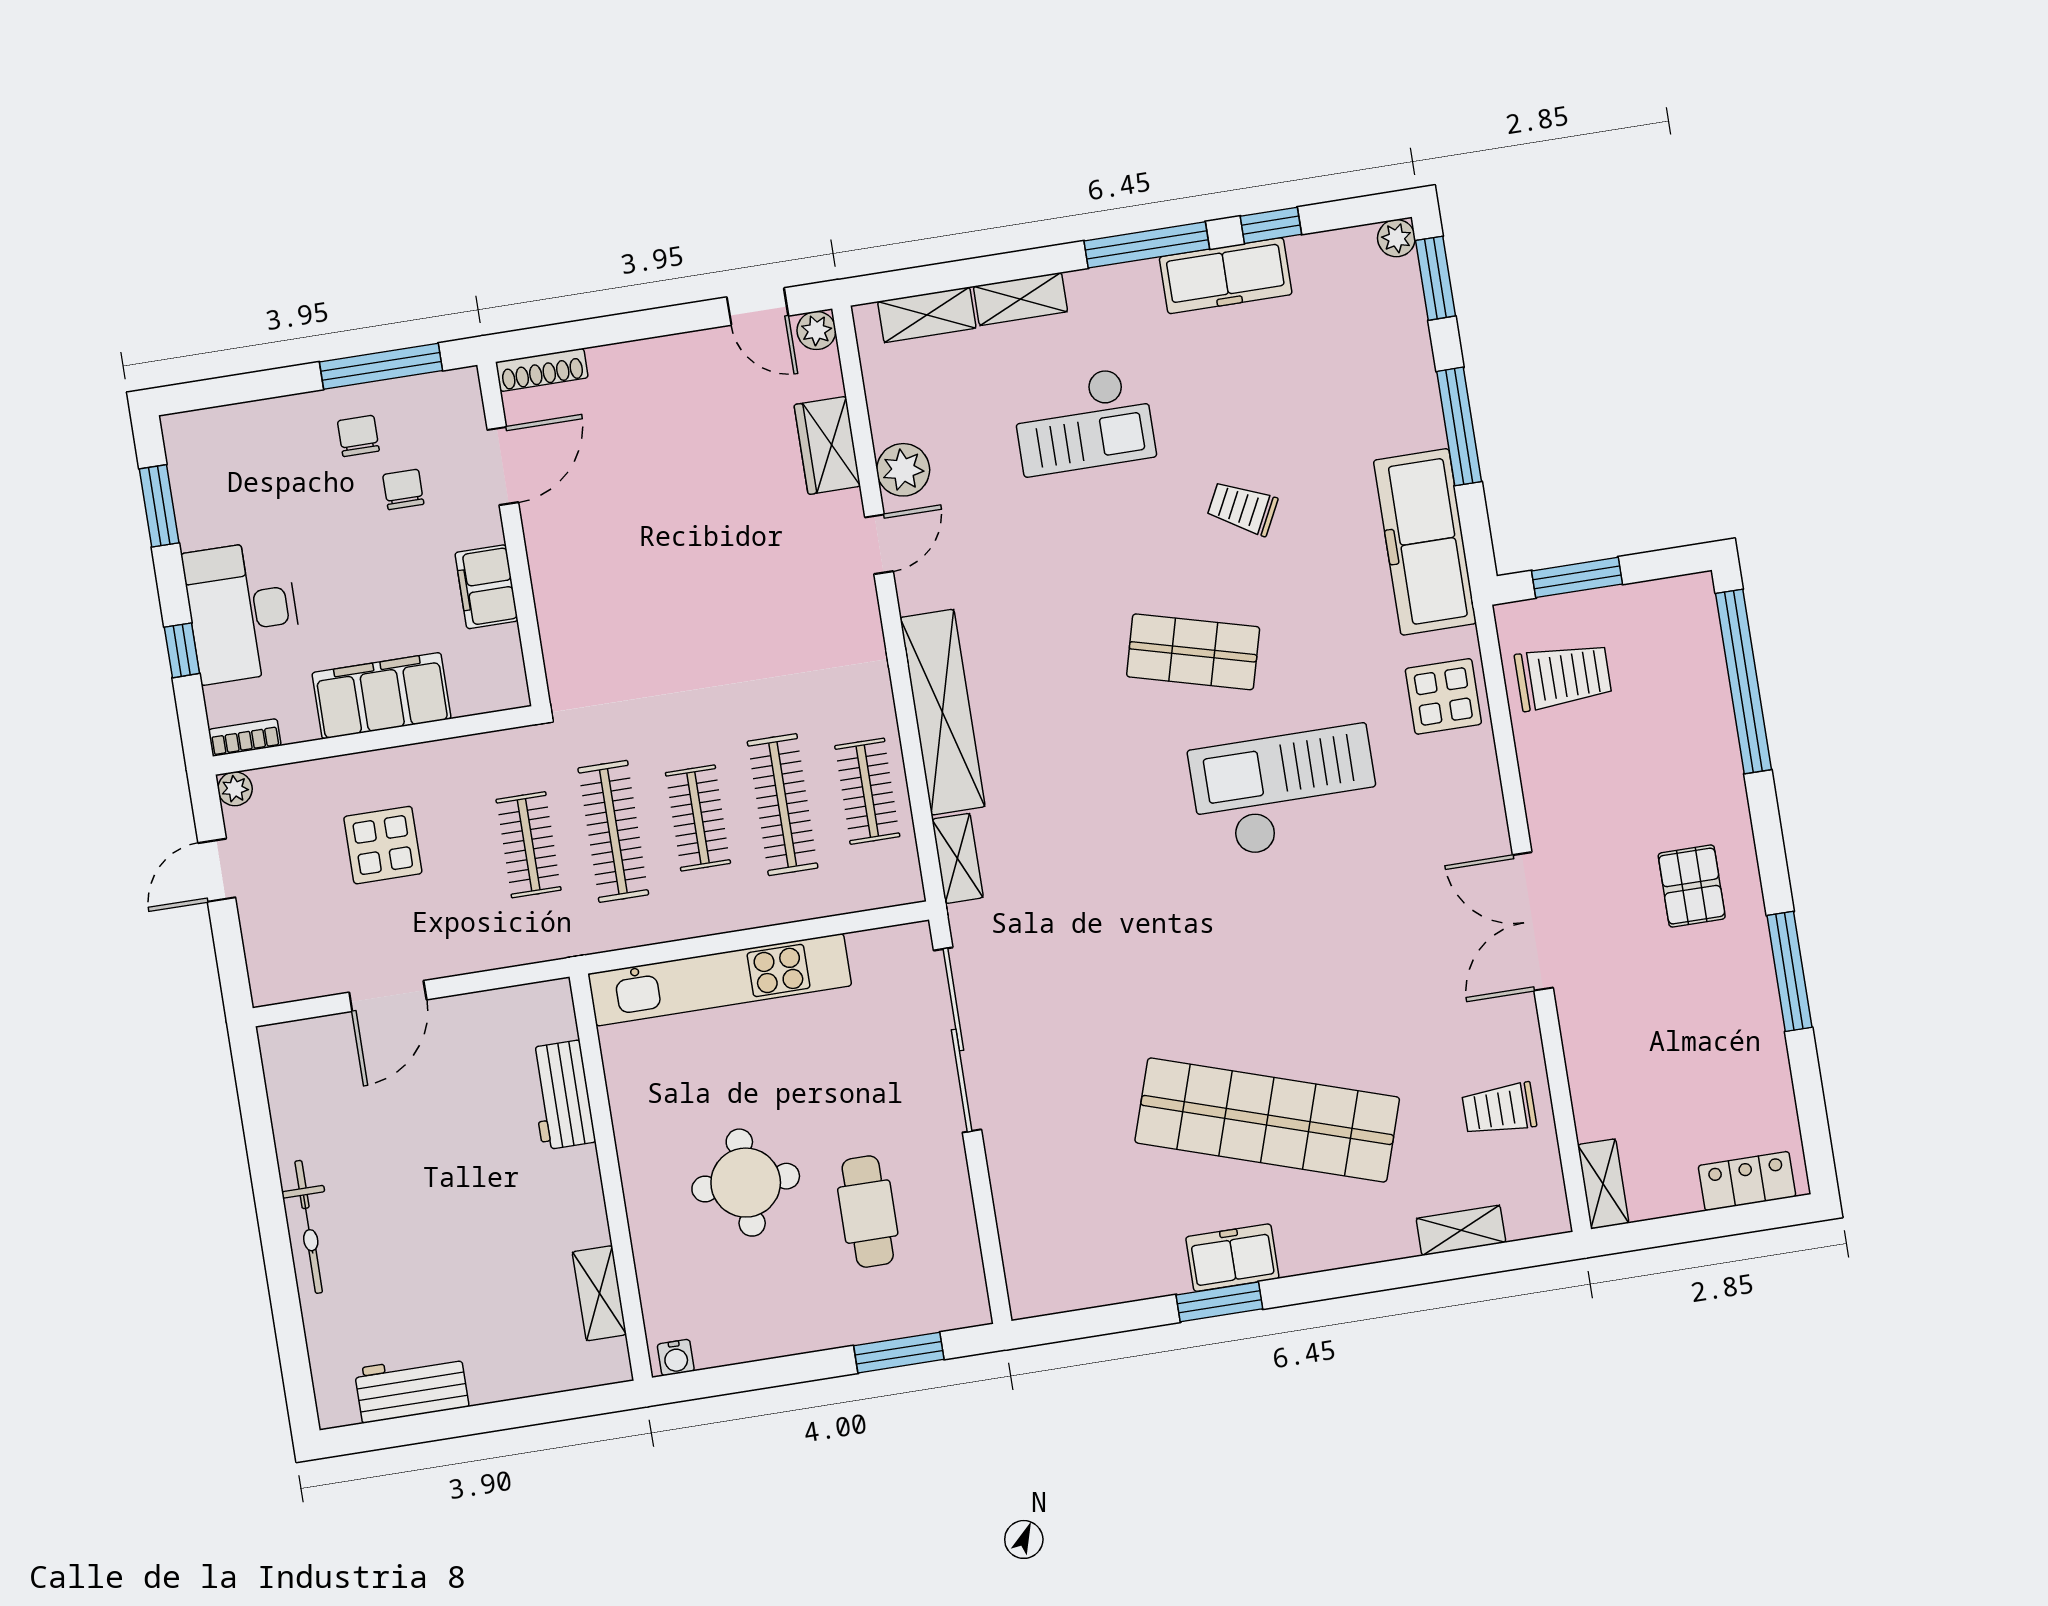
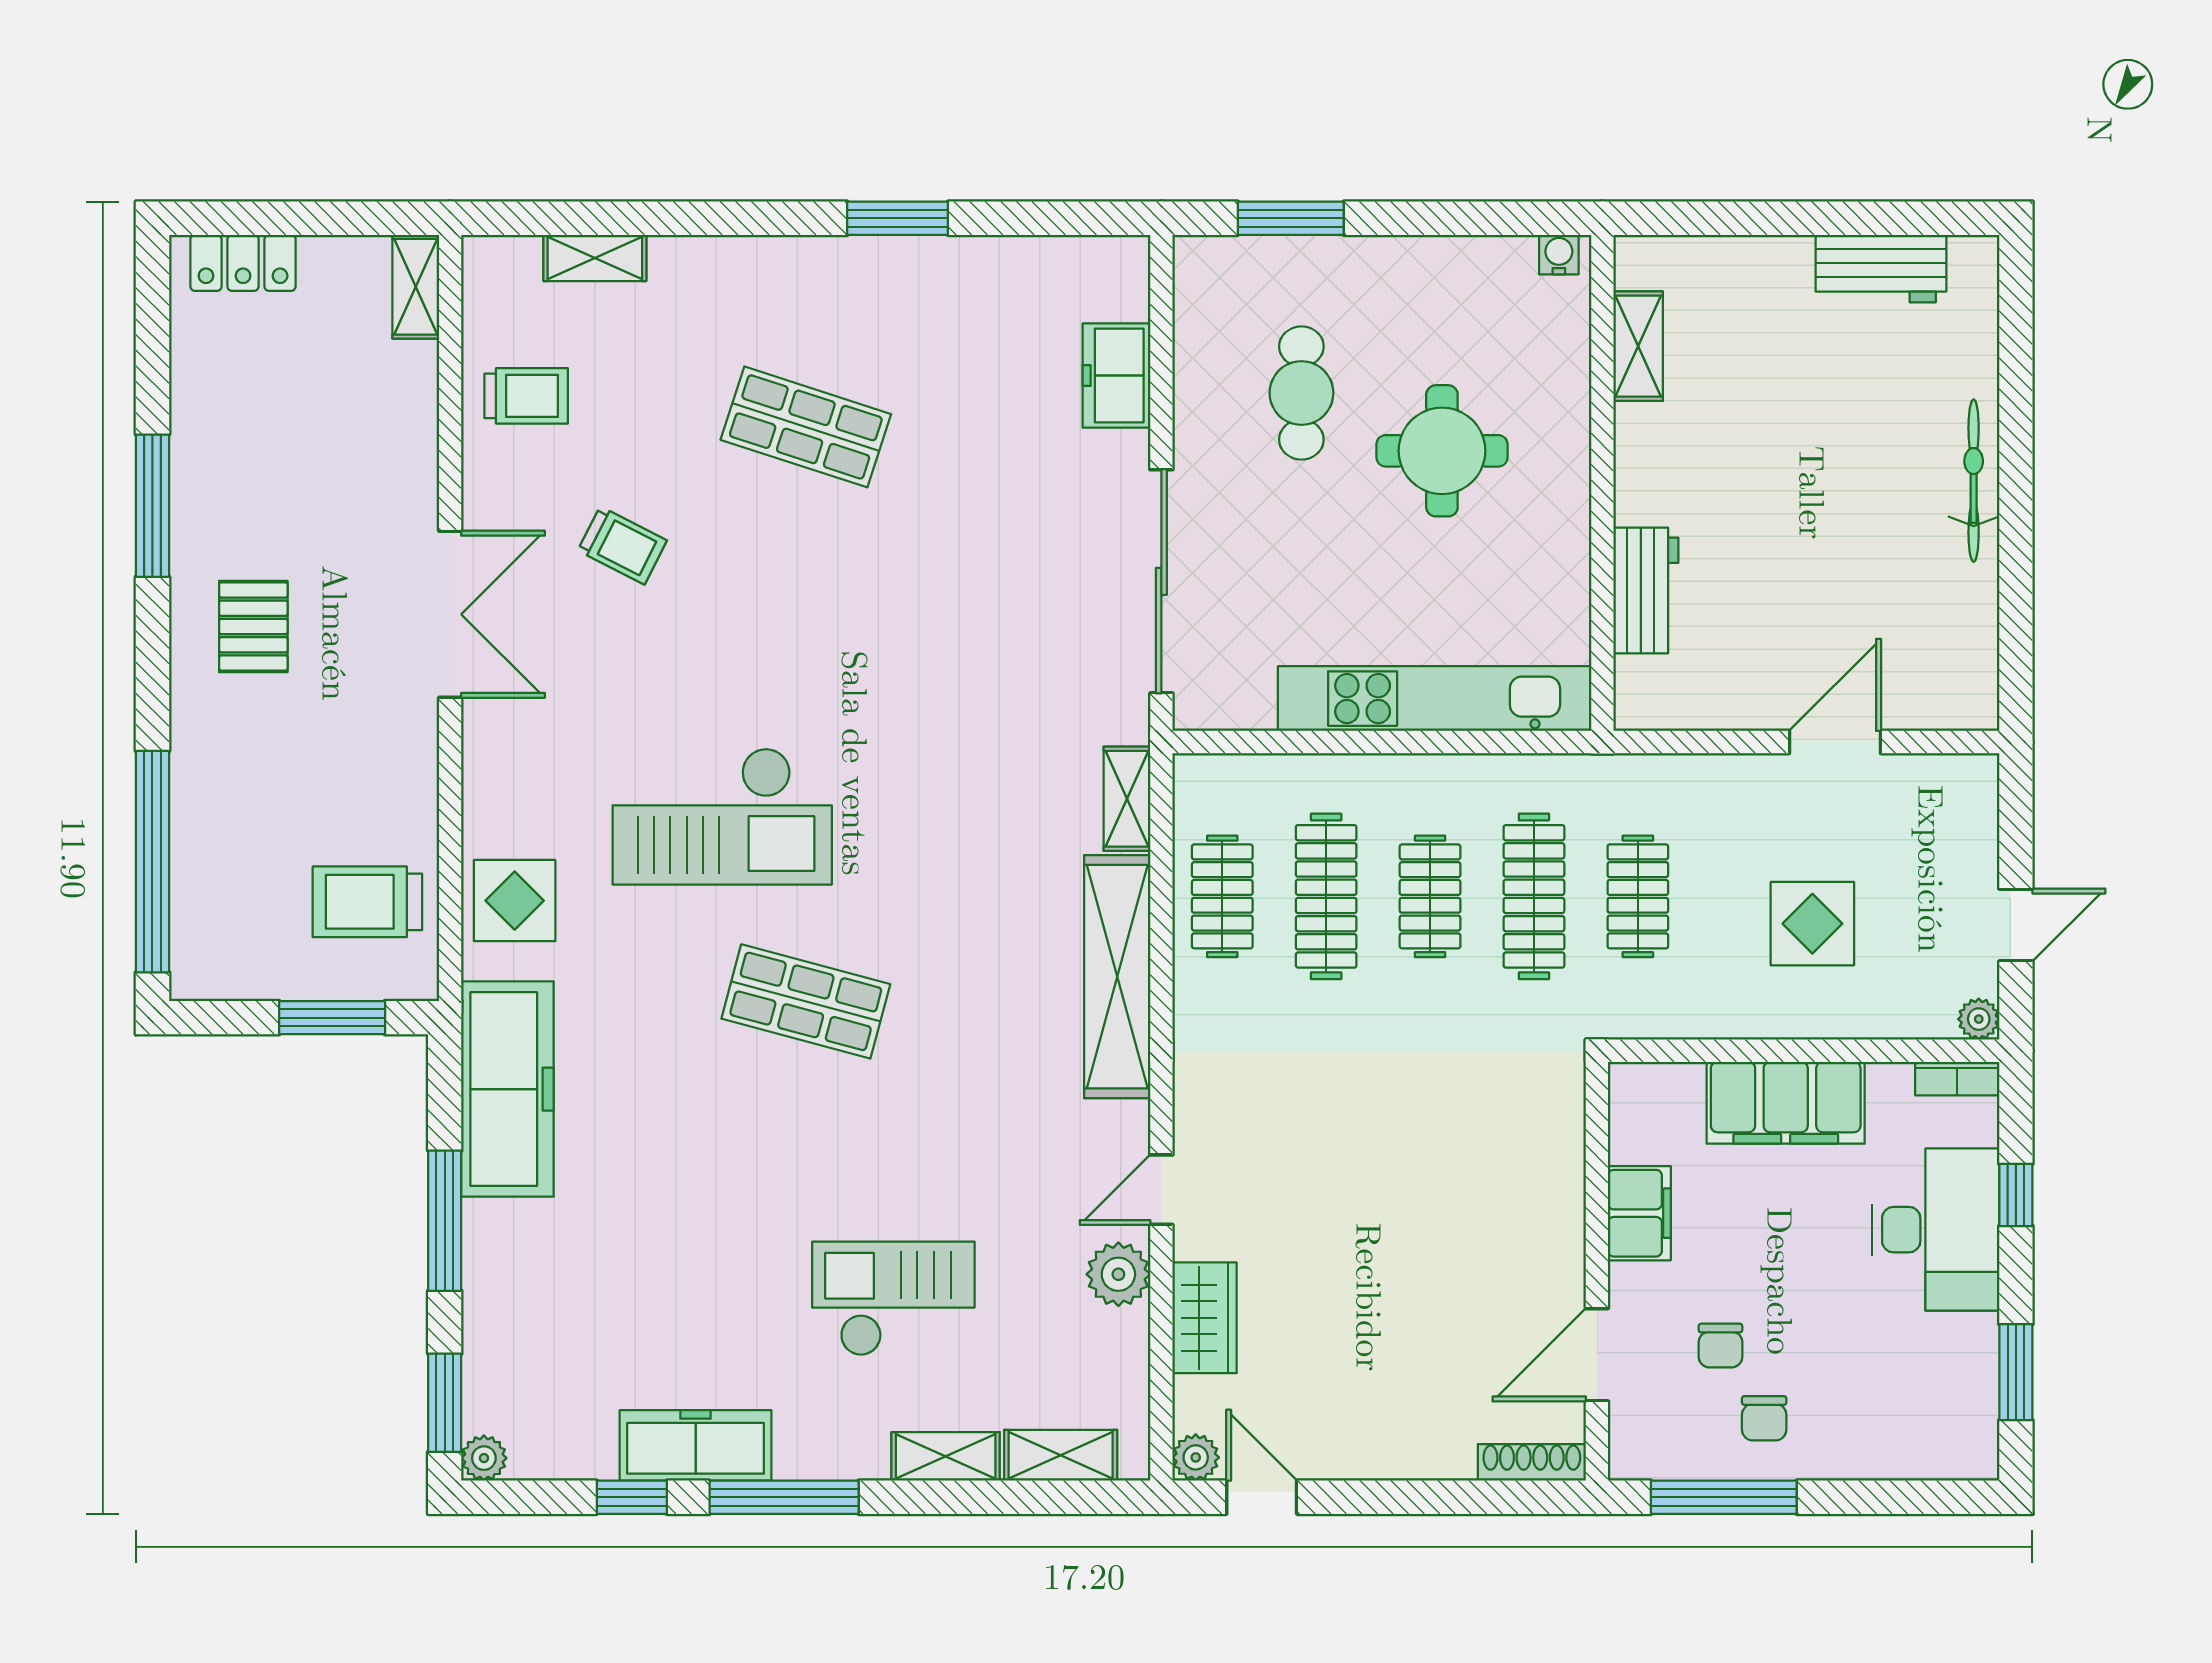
trolley: (1242, 508) -> (622, 545), moved
shop shelf: (1267, 1120) -> (806, 427), width x0.50, depth x0.74
freezer: (1232, 1258) -> (1116, 376), moved, turned 90

